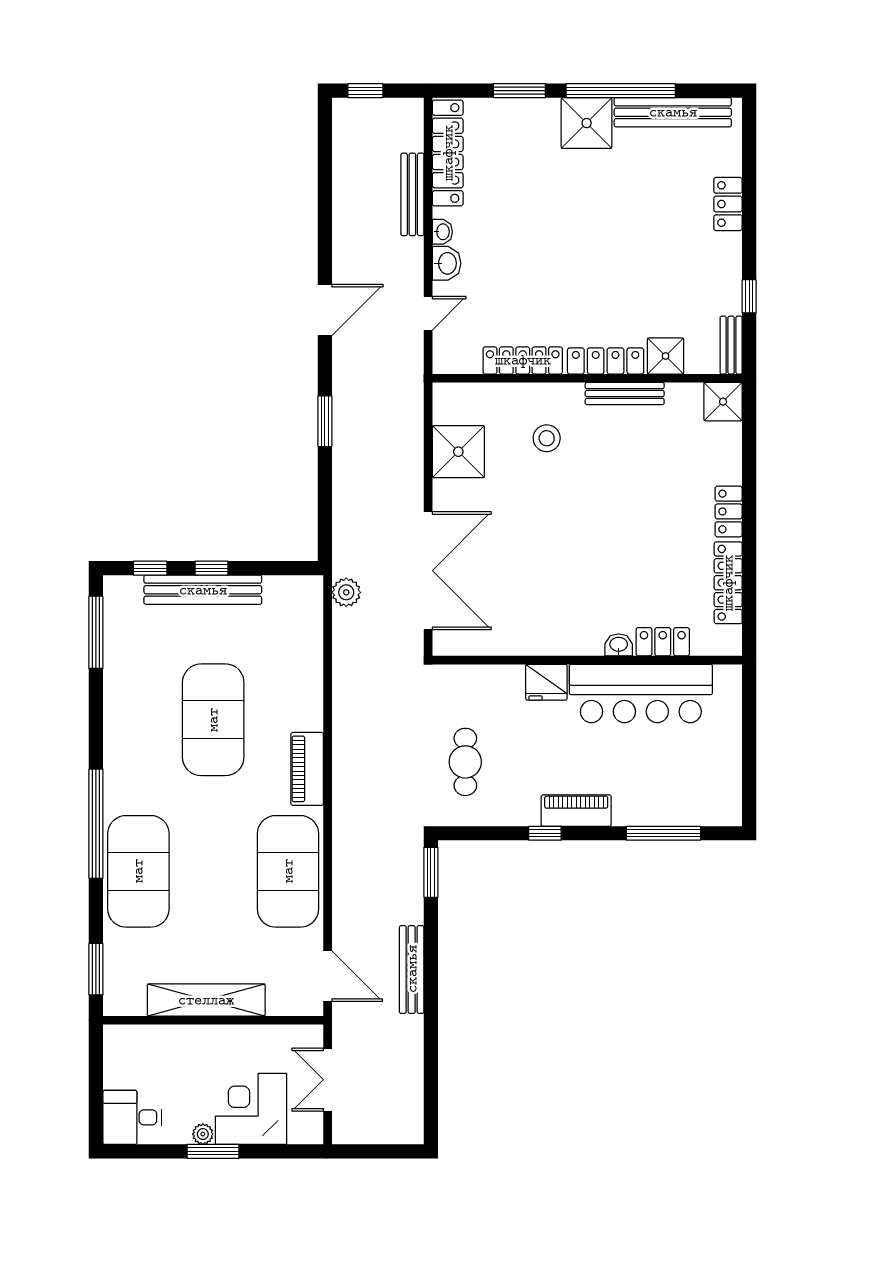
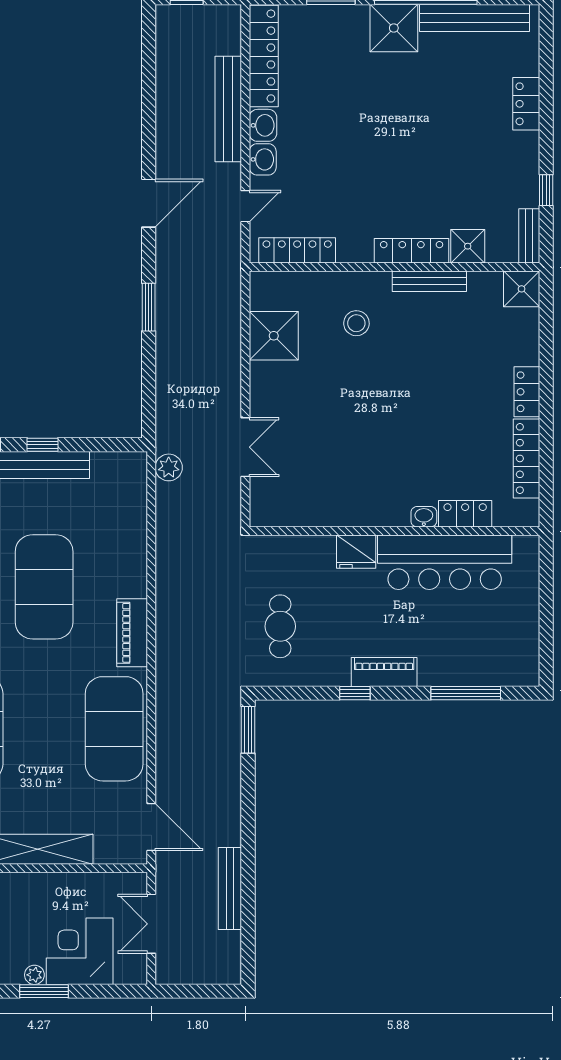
bench: (412, 194) -> (228, 109), width x1.37, depth x1.21
washbasin: (442, 232) -> (263, 125), width x1.38, depth x1.45
locker: (523, 360) -> (297, 250), moved
double door: (428, 571) -> (245, 447), width x0.54
bench: (412, 969) -> (230, 888), moved

